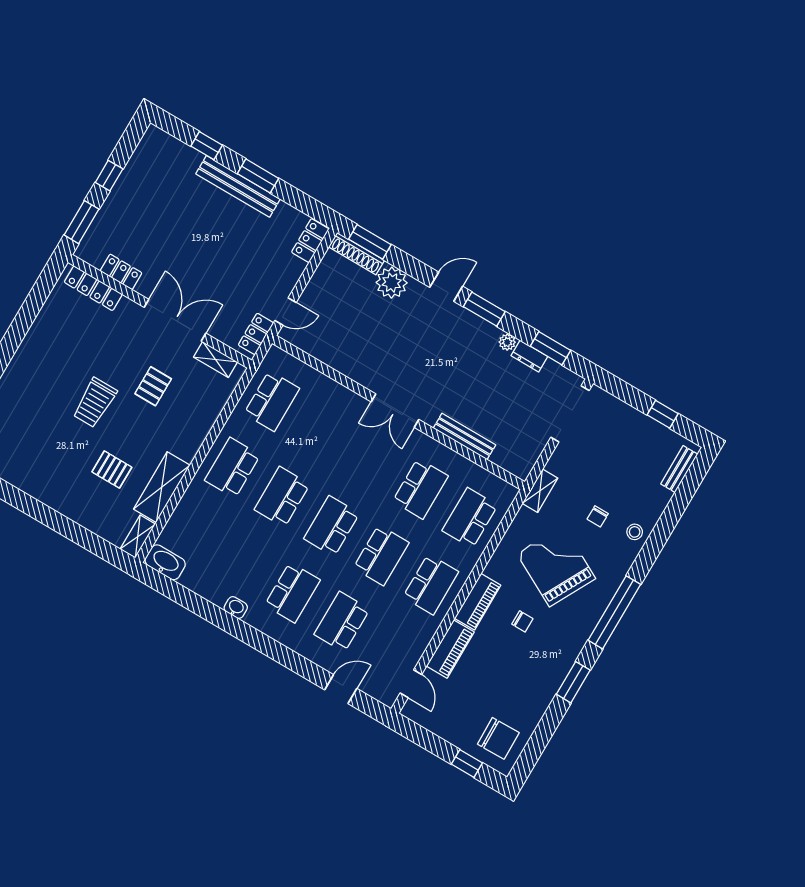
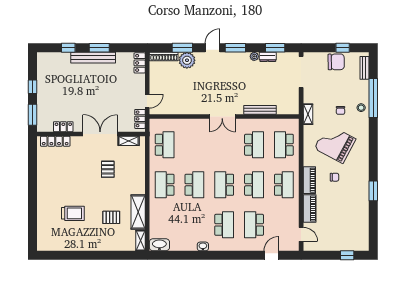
window: (370, 242) -> (182, 48), moved
trolley: (95, 403) -> (73, 213), moved, turned -90
school desk: (282, 497) -> (194, 185), turned 180
window: (614, 612) -> (373, 98), moved
chair: (498, 738) -> (336, 62), moved

